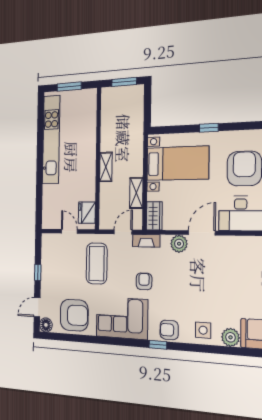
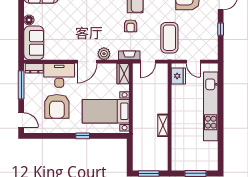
kitchen unit: (51, 140) -> (211, 106), moved
shelving: (106, 167) -> (163, 125), moved
shelving: (136, 193) -> (138, 90), removed

